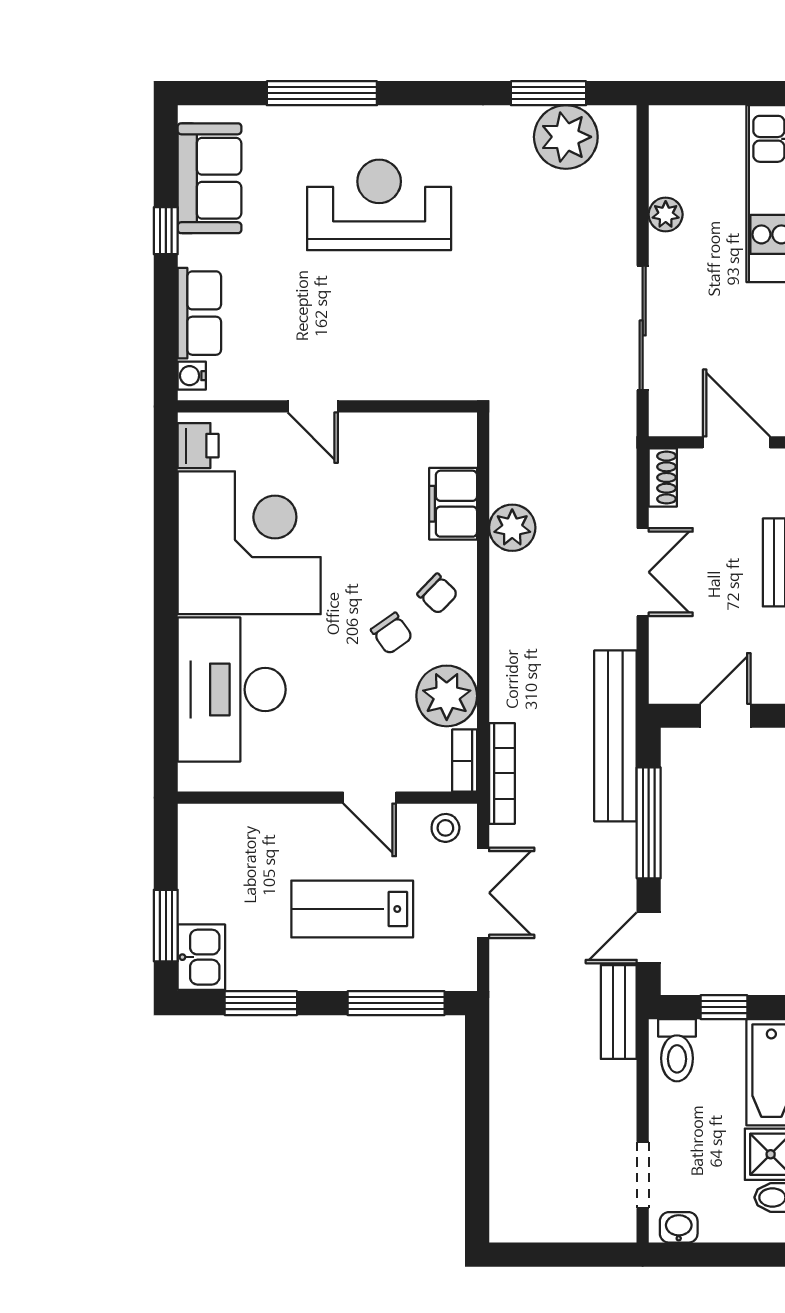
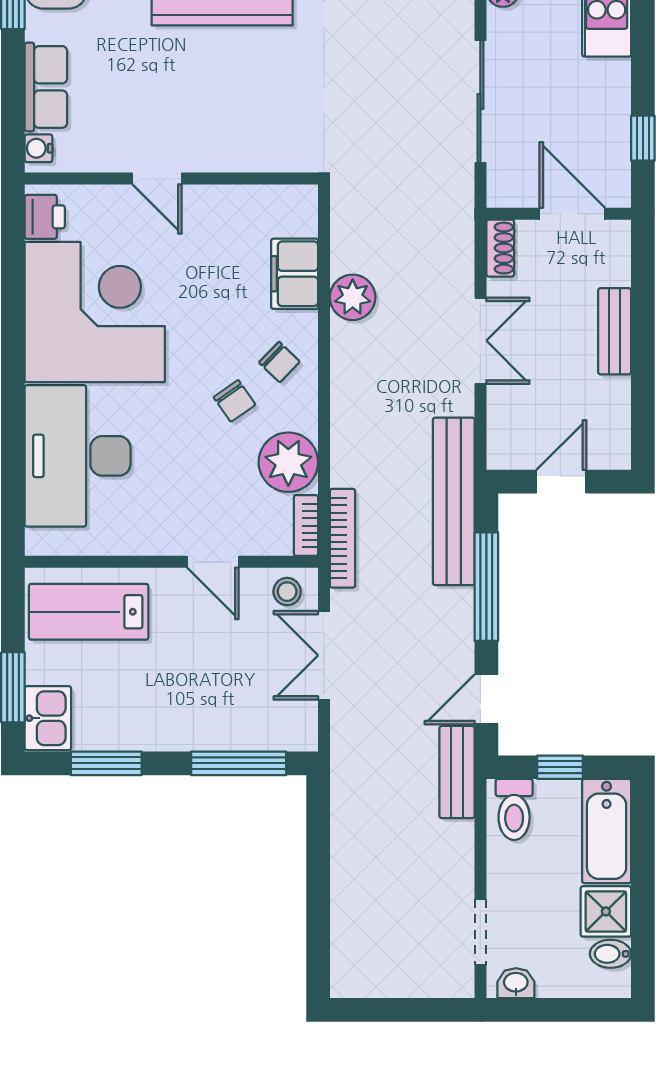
double door: (483, 893) -> (324, 655), swing flipped
lab bench: (352, 909) -> (89, 612), moved

